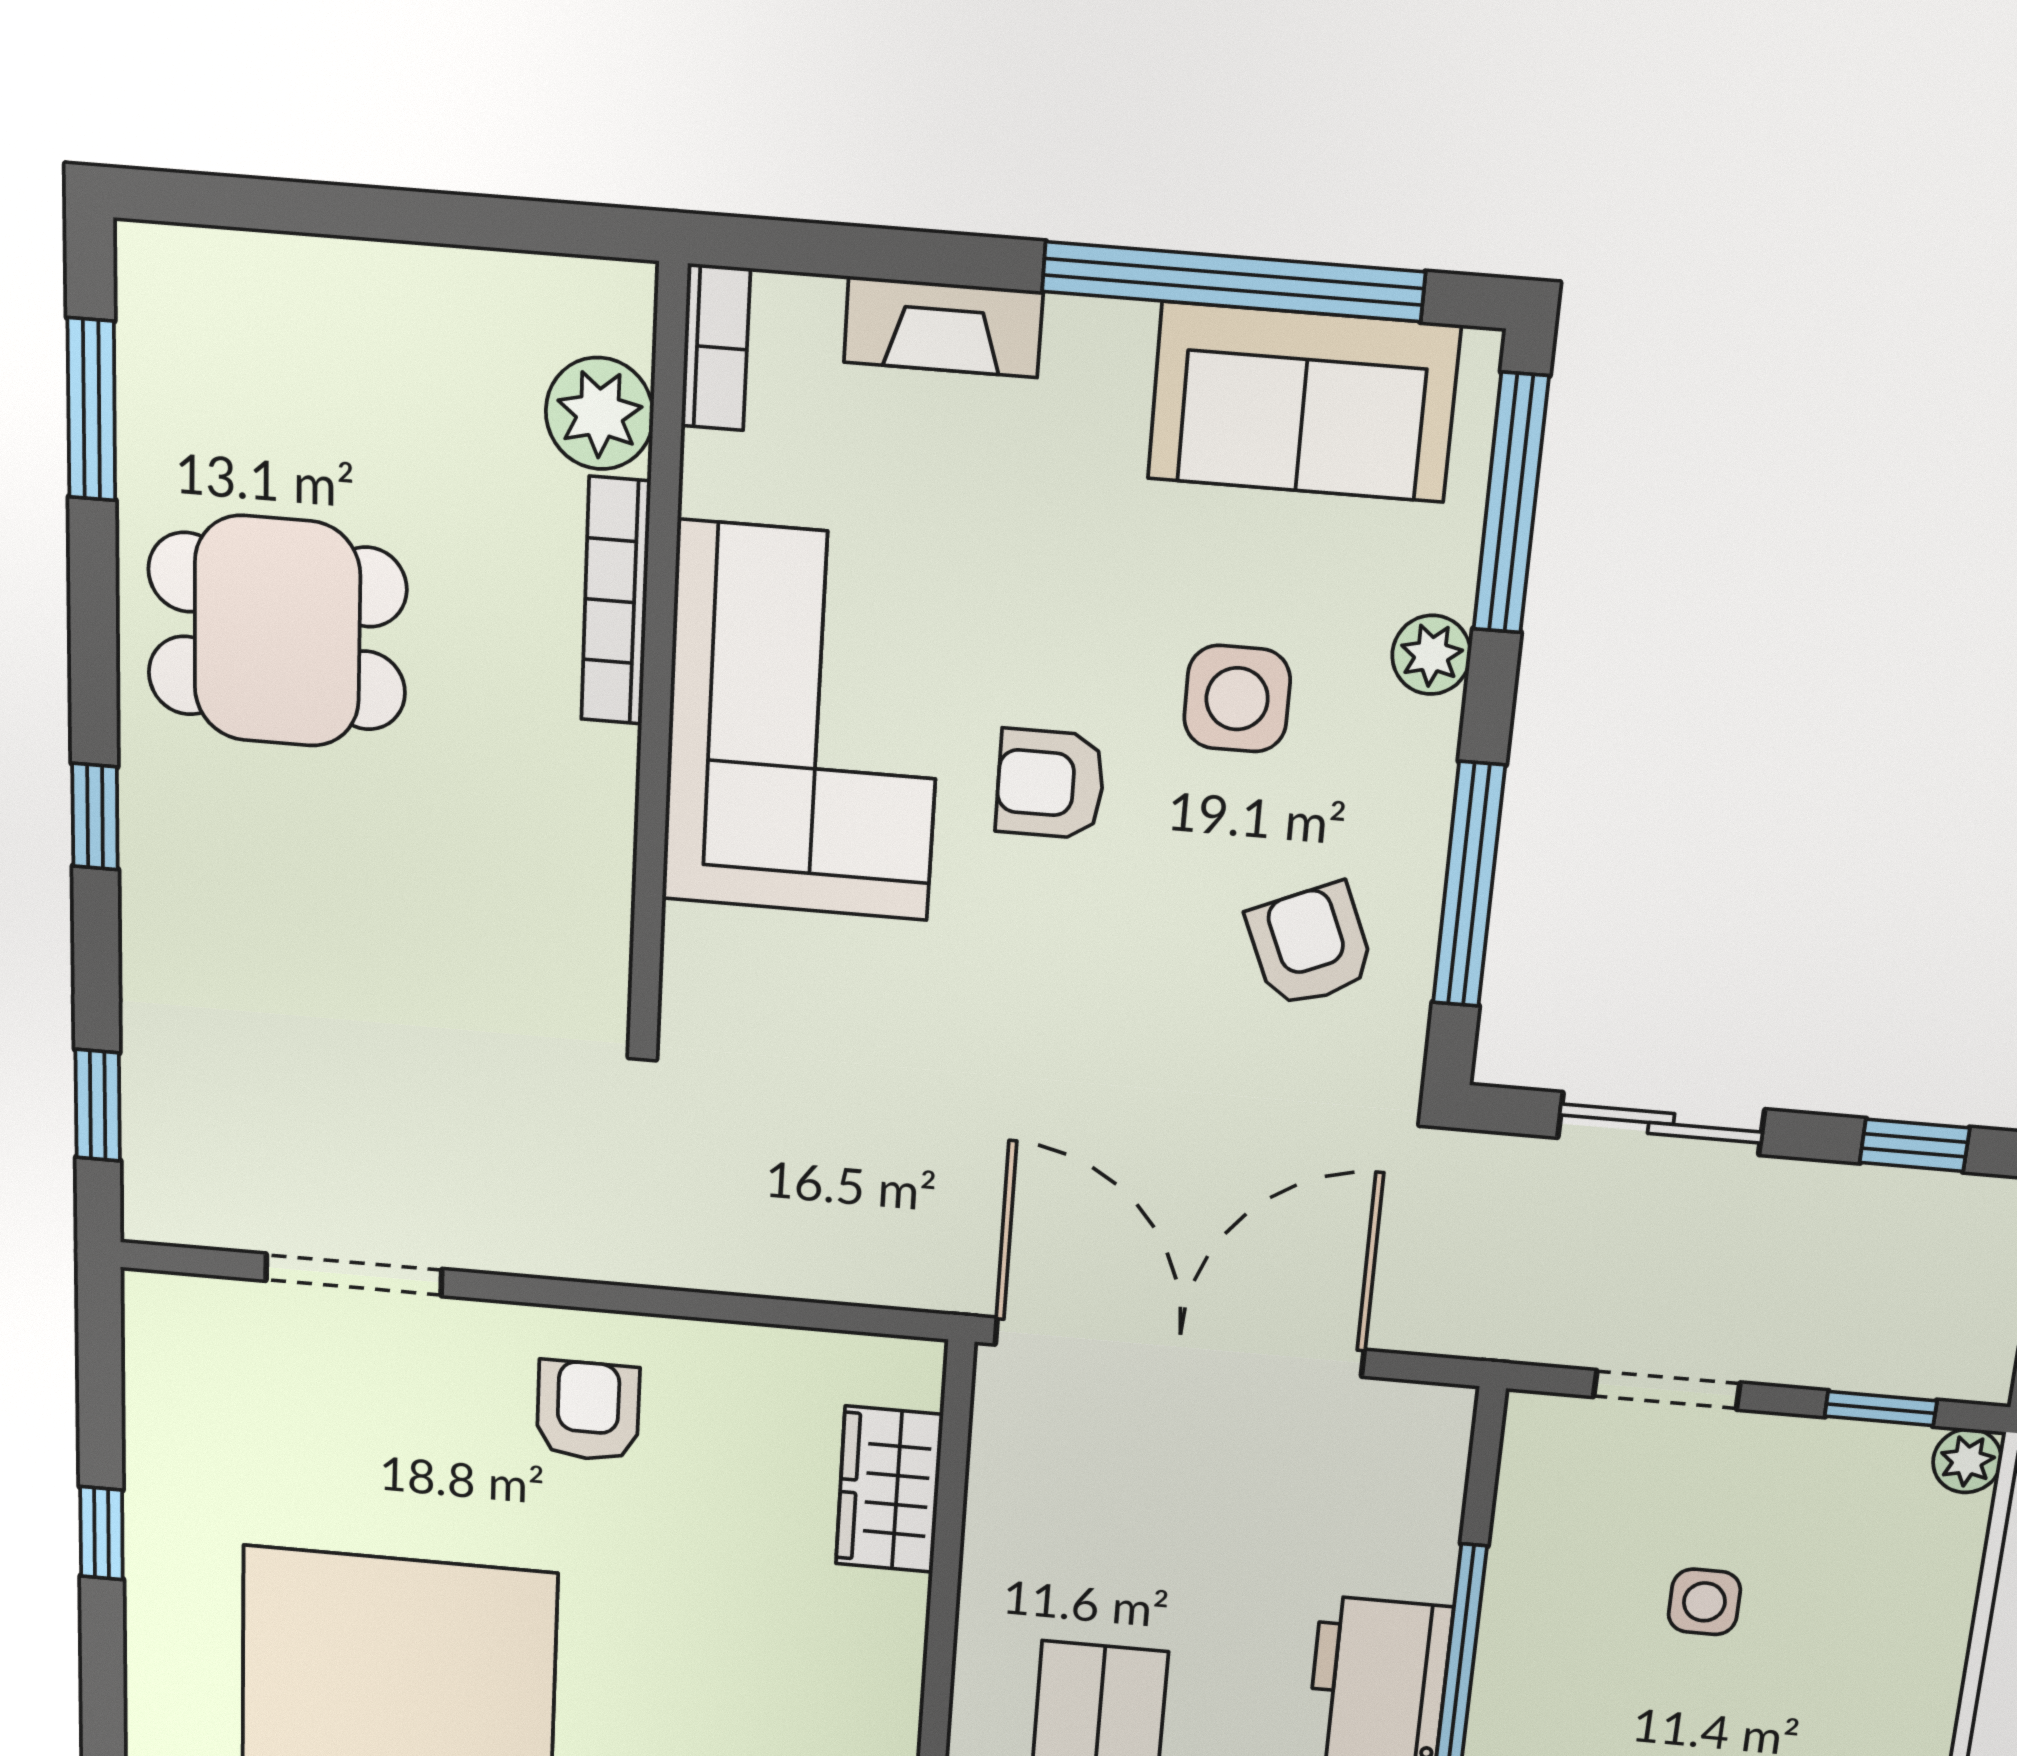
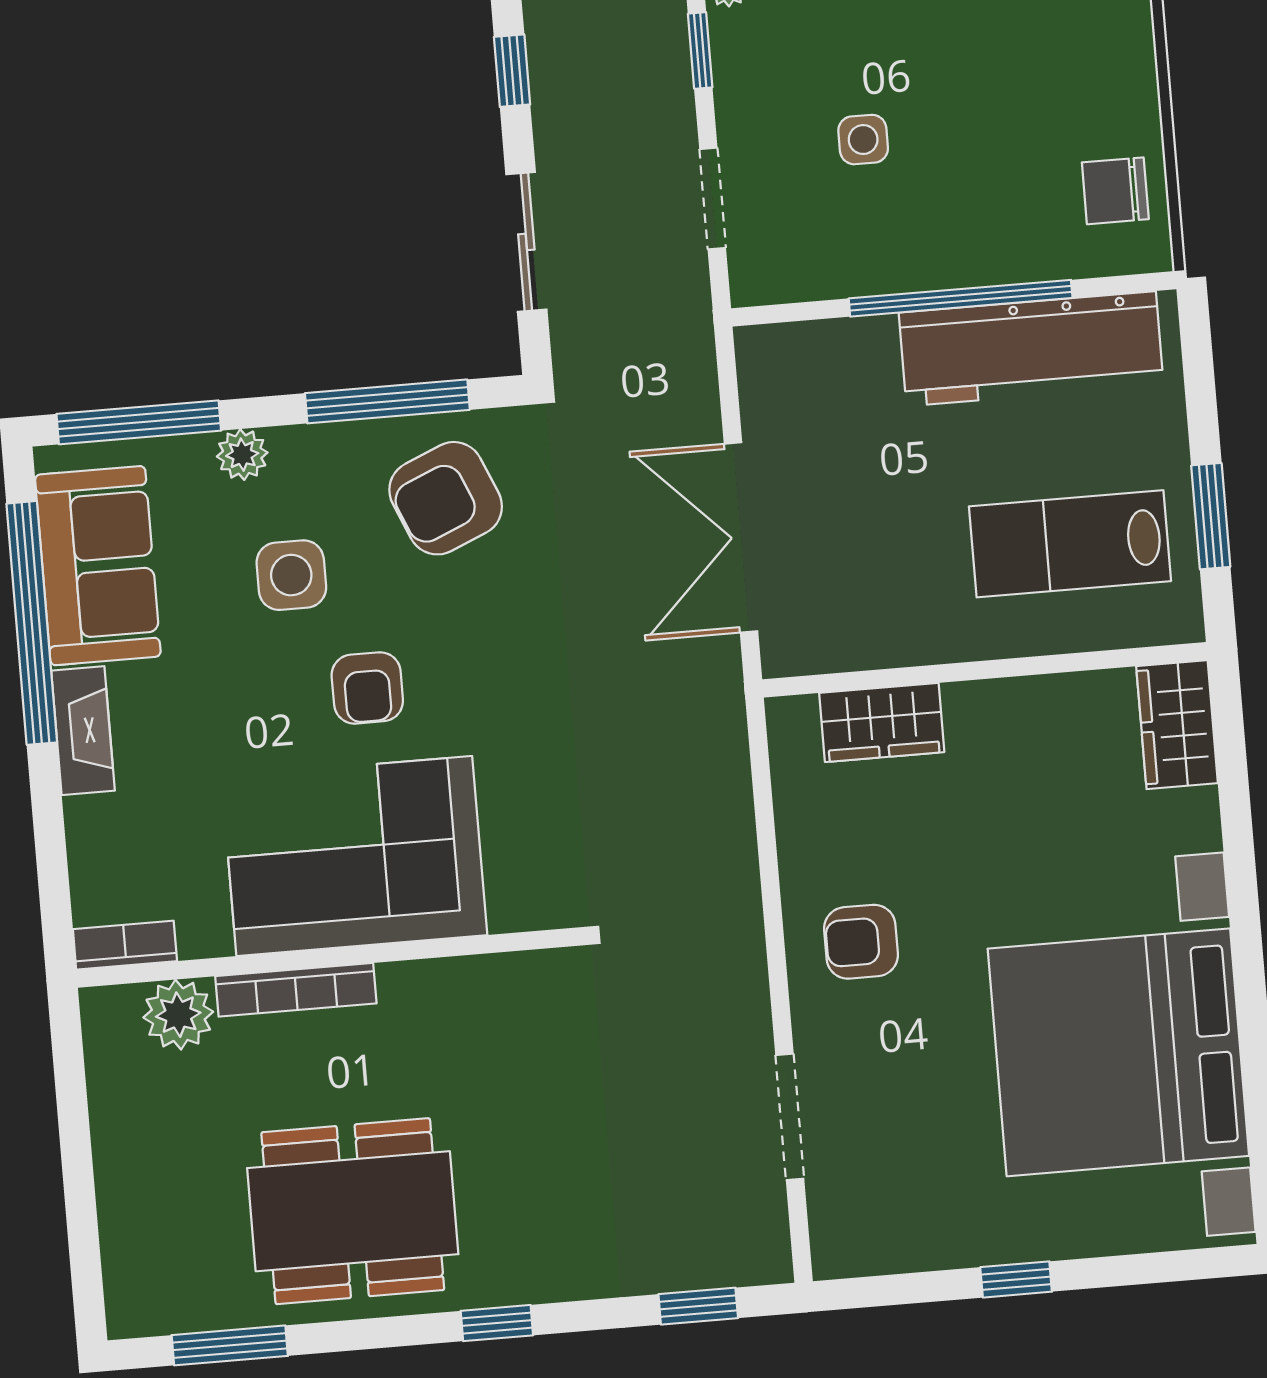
fireplace: (943, 327) -> (83, 731), moved
dining table: (277, 631) -> (353, 1211), width x1.38
armchair: (1310, 945) -> (446, 498), width x1.38, depth x1.38
double door: (1179, 1347) -> (741, 537), width x0.73

